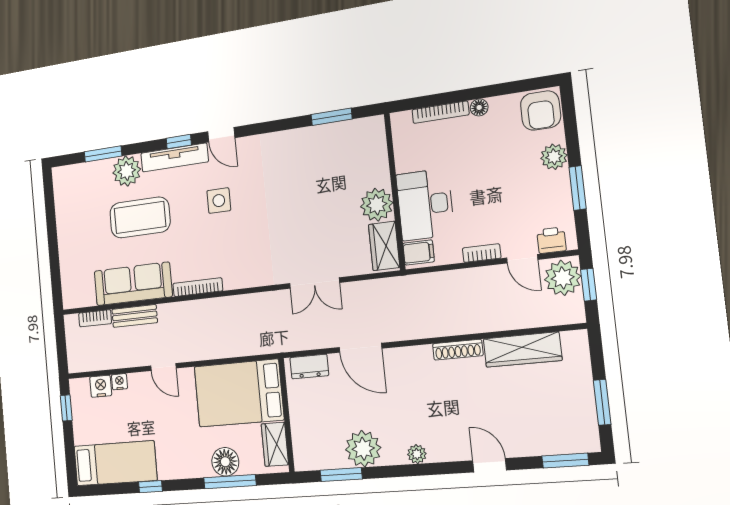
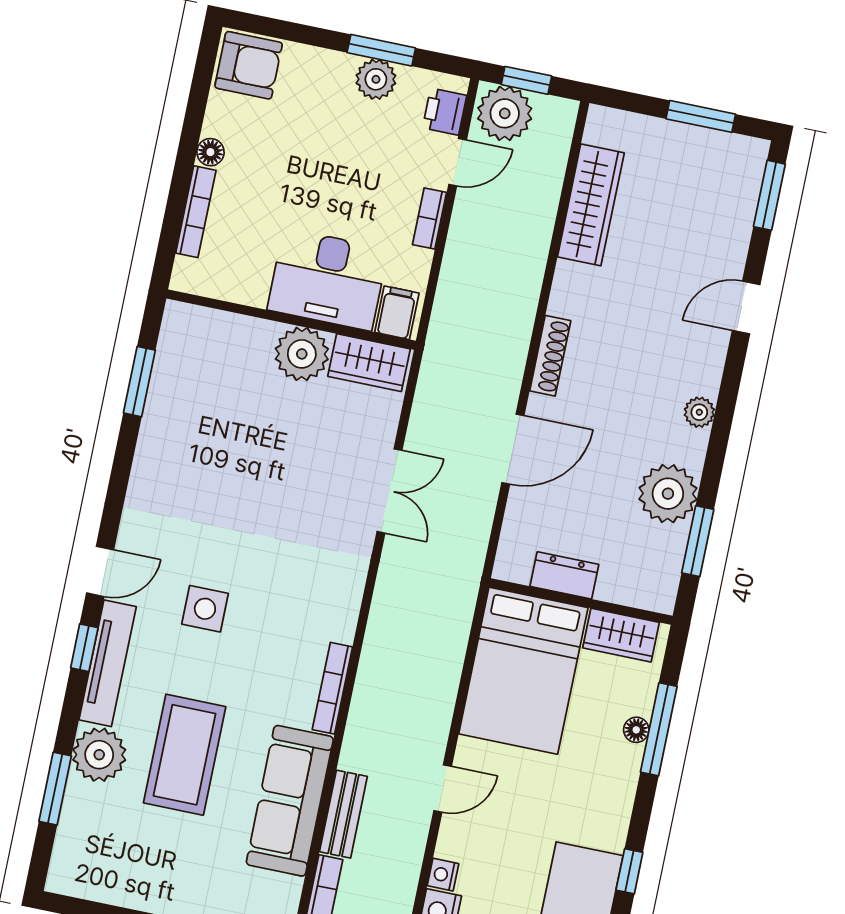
plant: (554, 157) -> (376, 79), moved
shoe rack: (458, 350) -> (550, 356), moved
dresser: (309, 367) -> (564, 575), moved, turned -90
floor lamp: (225, 462) -> (636, 730), width x0.53, depth x0.53

